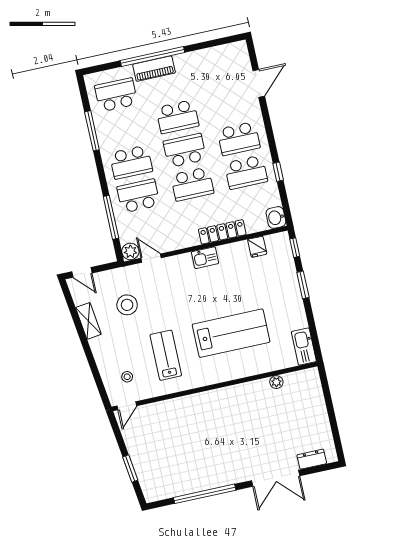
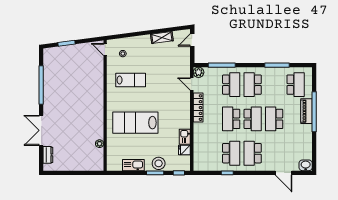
school desk: (246, 172) -> (231, 153), turned 180
washbasin: (276, 217) -> (306, 165), moved
locker: (222, 232) -> (198, 108), moved
door: (151, 258) -> (192, 84), swing flipped
kitchen sink: (205, 258) -> (185, 137), moved
stool: (127, 305) -> (159, 163), moved
lab bench: (231, 333) -> (135, 123), turned 90
kitchen sink: (304, 347) -> (133, 165), moved

